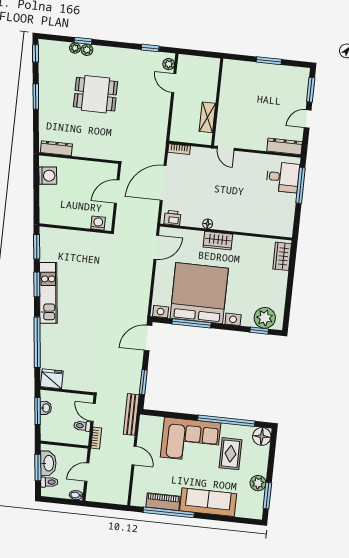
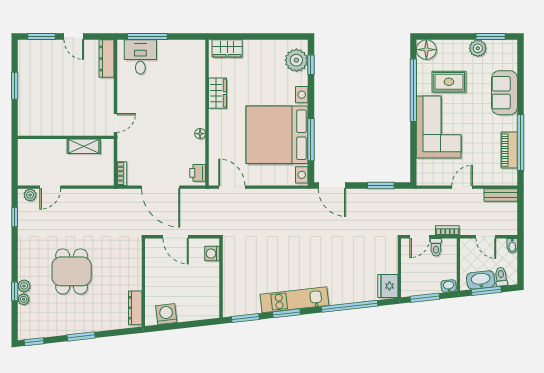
wardrobe: (218, 241) -> (217, 93), moved
washbasin: (46, 408) -> (449, 286), moved
bench: (131, 414) -> (501, 195), moved, width x0.73
sofa: (208, 502) -> (505, 93), width x0.73

